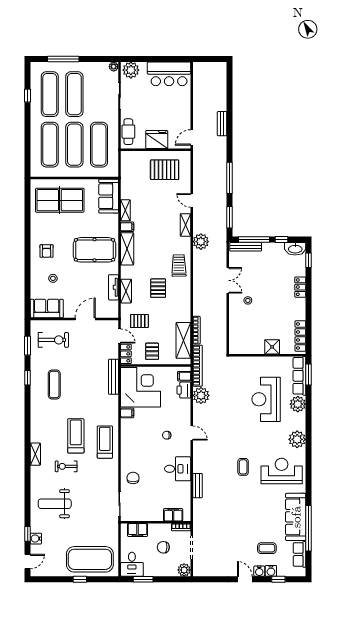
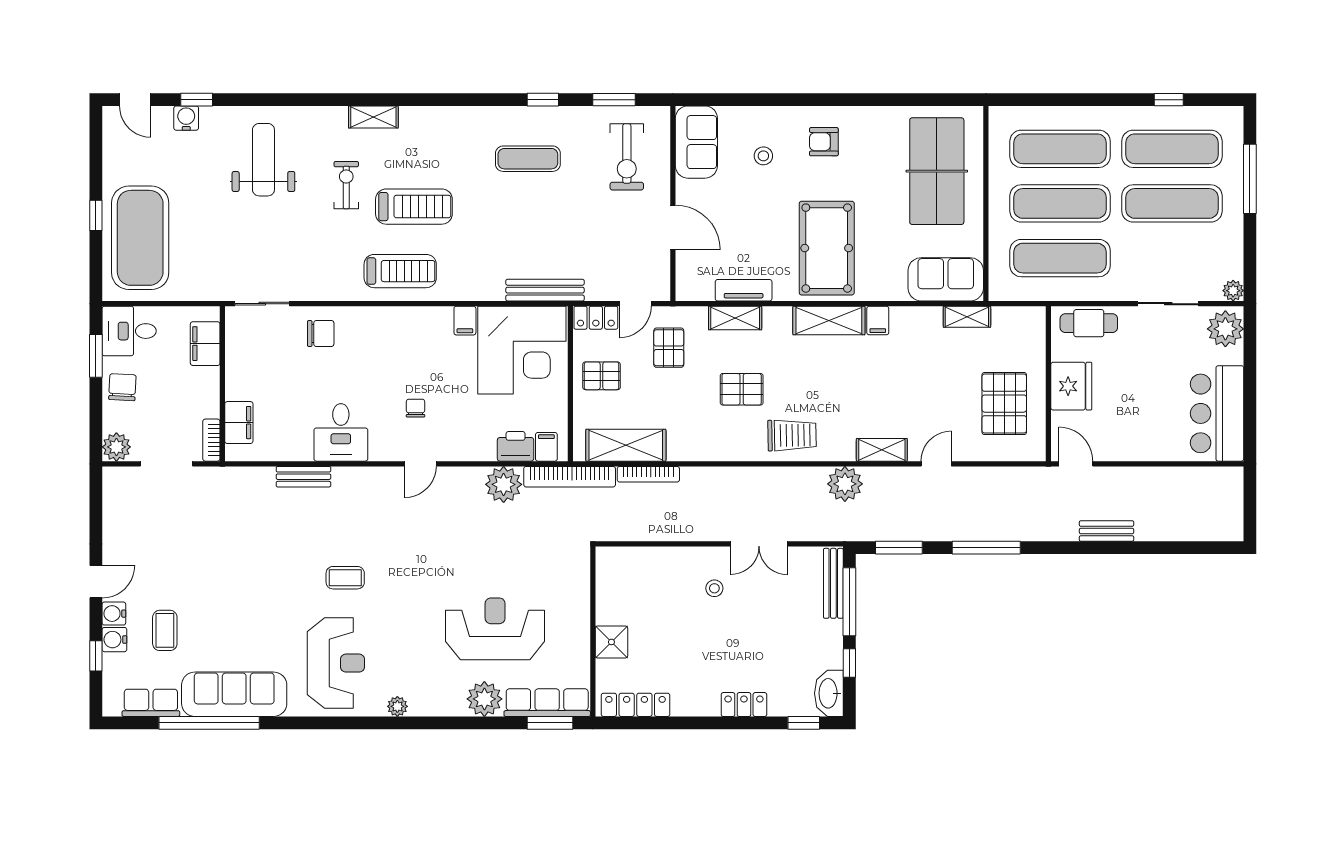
shelving: (125, 210) -> (967, 317), moved
plant: (297, 439) -> (397, 706), width x0.53, depth x0.53
chair: (163, 547) -> (122, 387), moved

